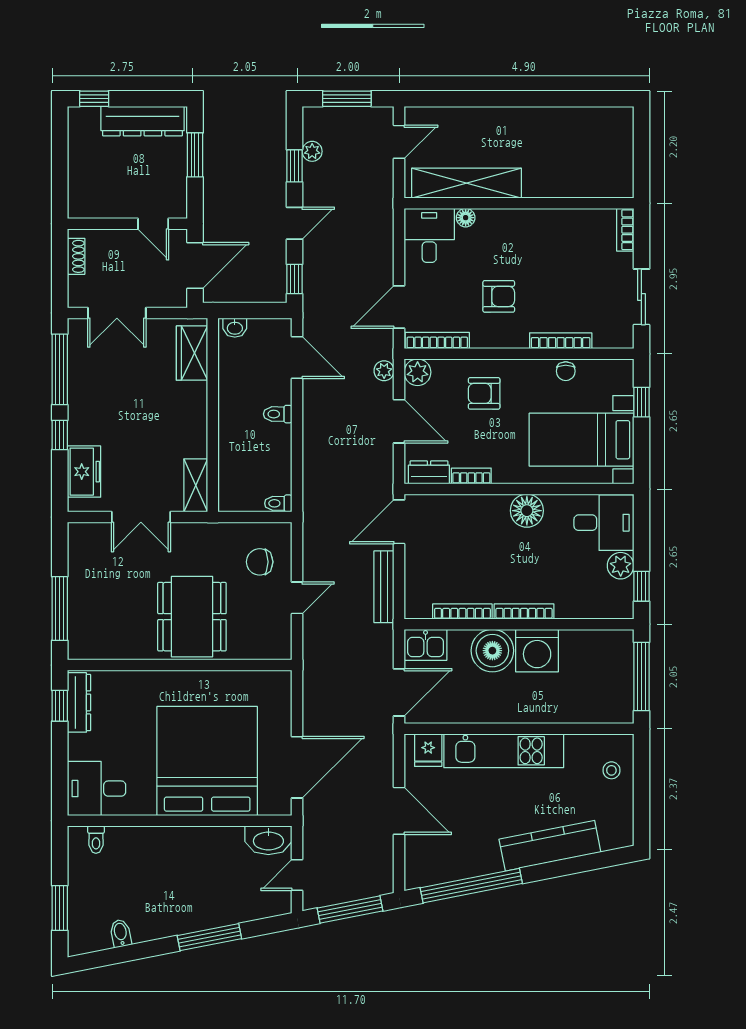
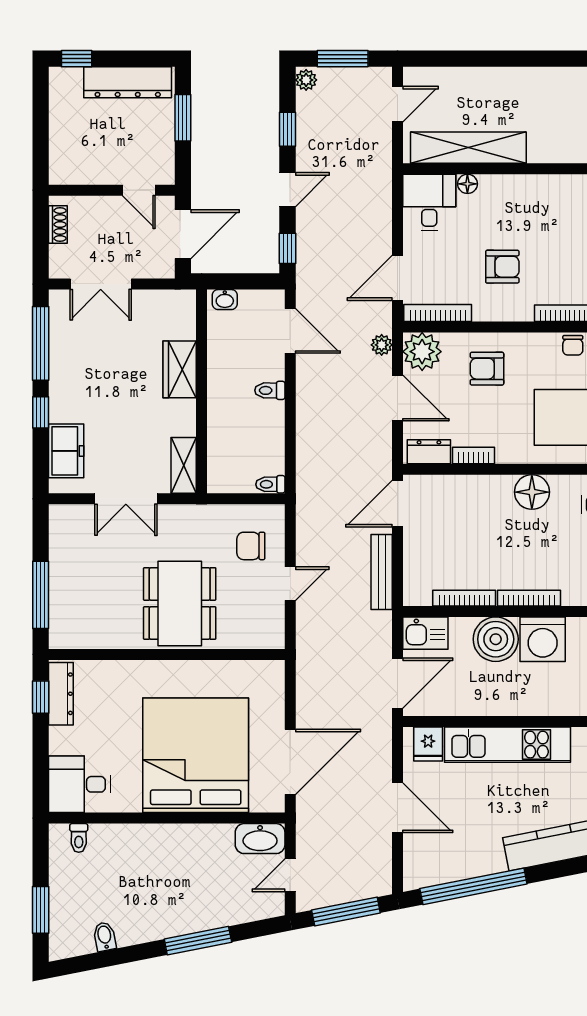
plant: (312, 151) -> (306, 80), moved
wardrobe: (192, 353) -> (180, 369), moved
plant: (418, 372) -> (422, 352), width x1.36, depth x1.36

